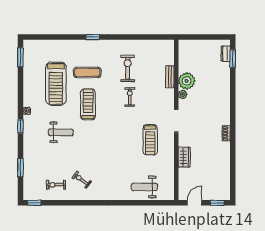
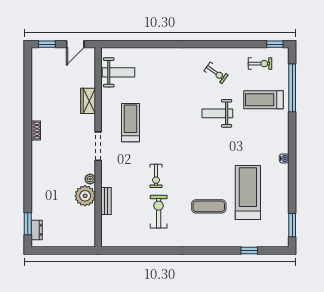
window: (93, 37) -> (249, 250), moved
exercise bike: (128, 68) -> (159, 212), turned 180
treadmill: (88, 104) -> (264, 100), moved, turned 90
window: (20, 126) -> (292, 139), removed
weight bench: (61, 132) -> (217, 113), moved
window: (20, 168) -> (292, 88), width x2.11
exercise bike: (56, 185) -> (260, 64), moved
weight bench: (144, 187) -> (118, 72), moved

